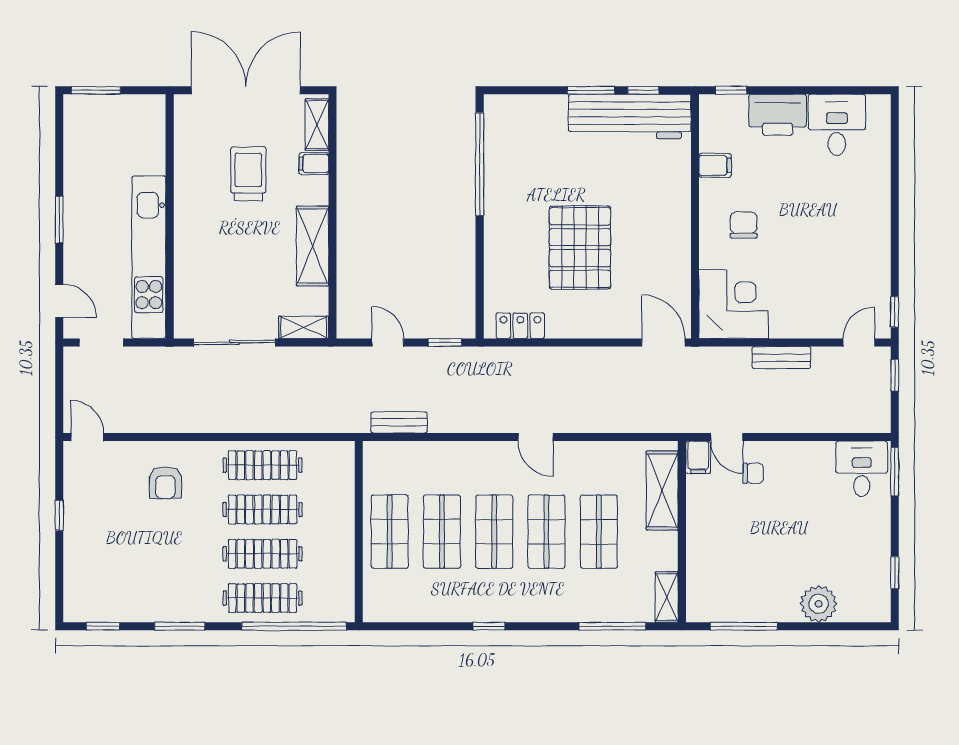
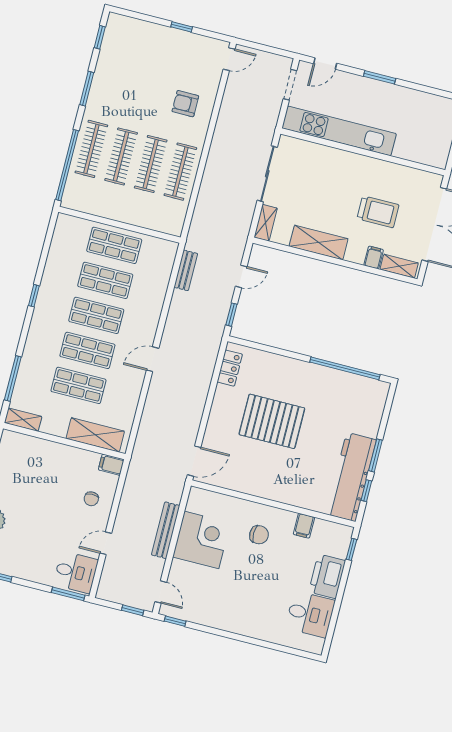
corner desk: (734, 304) -> (201, 540), moved, turned -90
bench: (781, 358) -> (166, 530), width x1.36
door: (727, 437) -> (106, 543), moved

